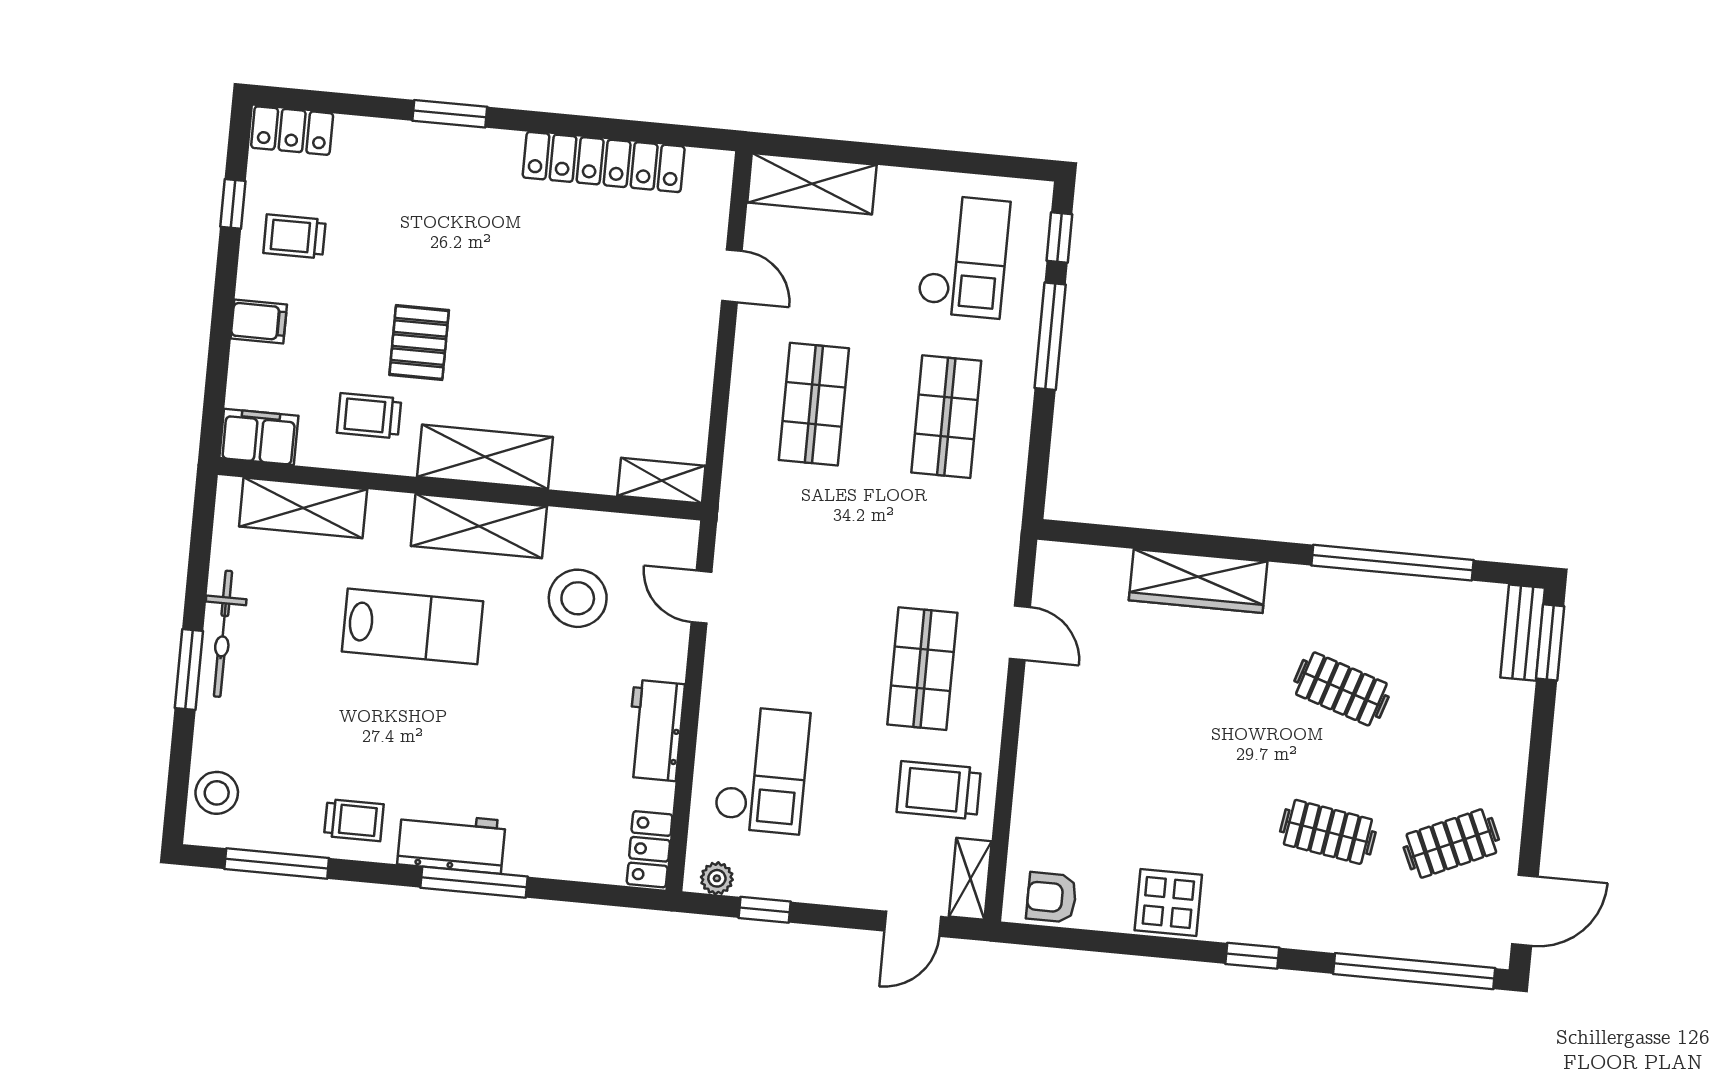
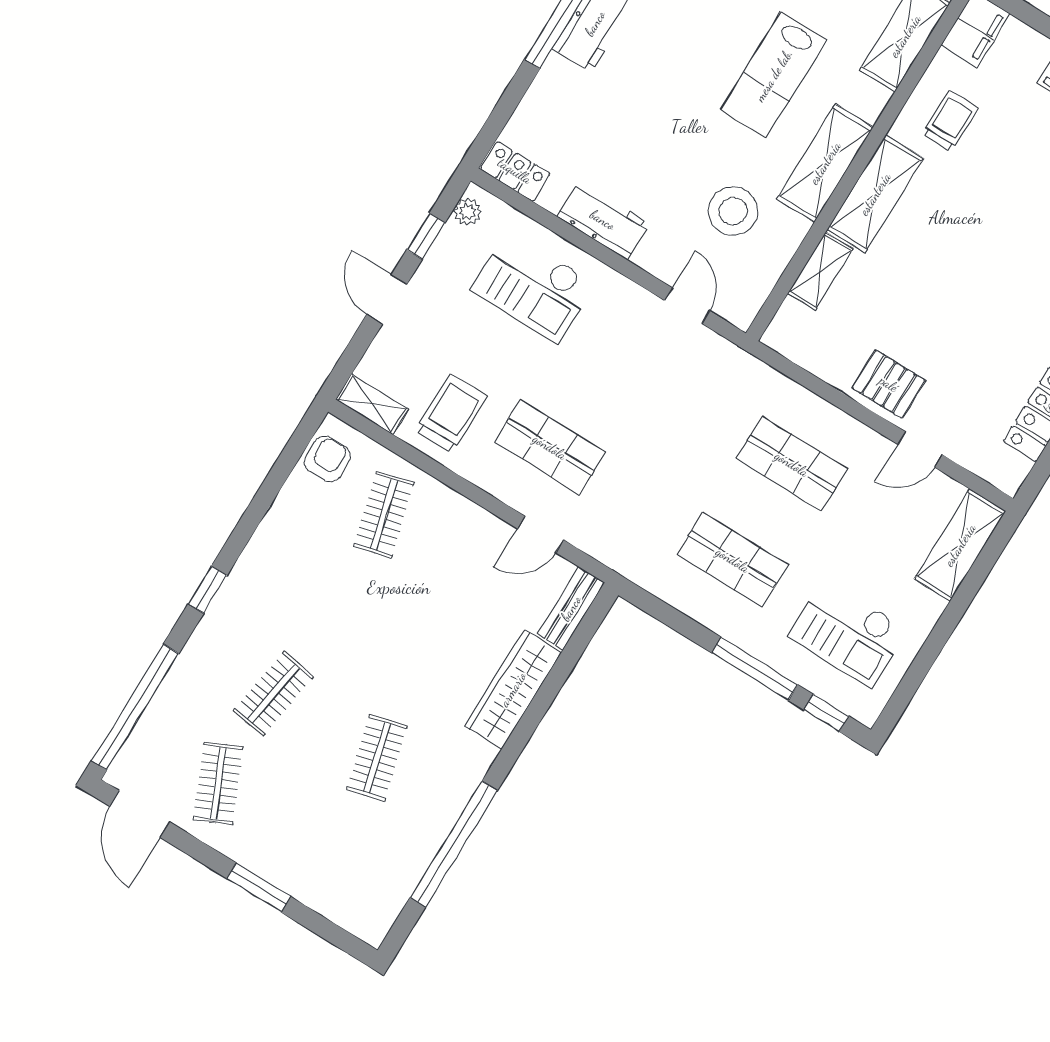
pallet: (419, 343) -> (889, 384), moved
shelving: (661, 481) -> (820, 271), moved
door: (702, 597) -> (687, 306), hinge flipped
bench: (1523, 633) -> (571, 608), moved, turned 90
window: (1550, 642) -> (259, 887), moved
clothes rail: (1341, 689) -> (377, 758), turned -33
clothes rail: (1081, 809) -> (384, 515), added
display table: (1168, 903) -> (280, 546), removed
door: (913, 924) -> (387, 299), moved

